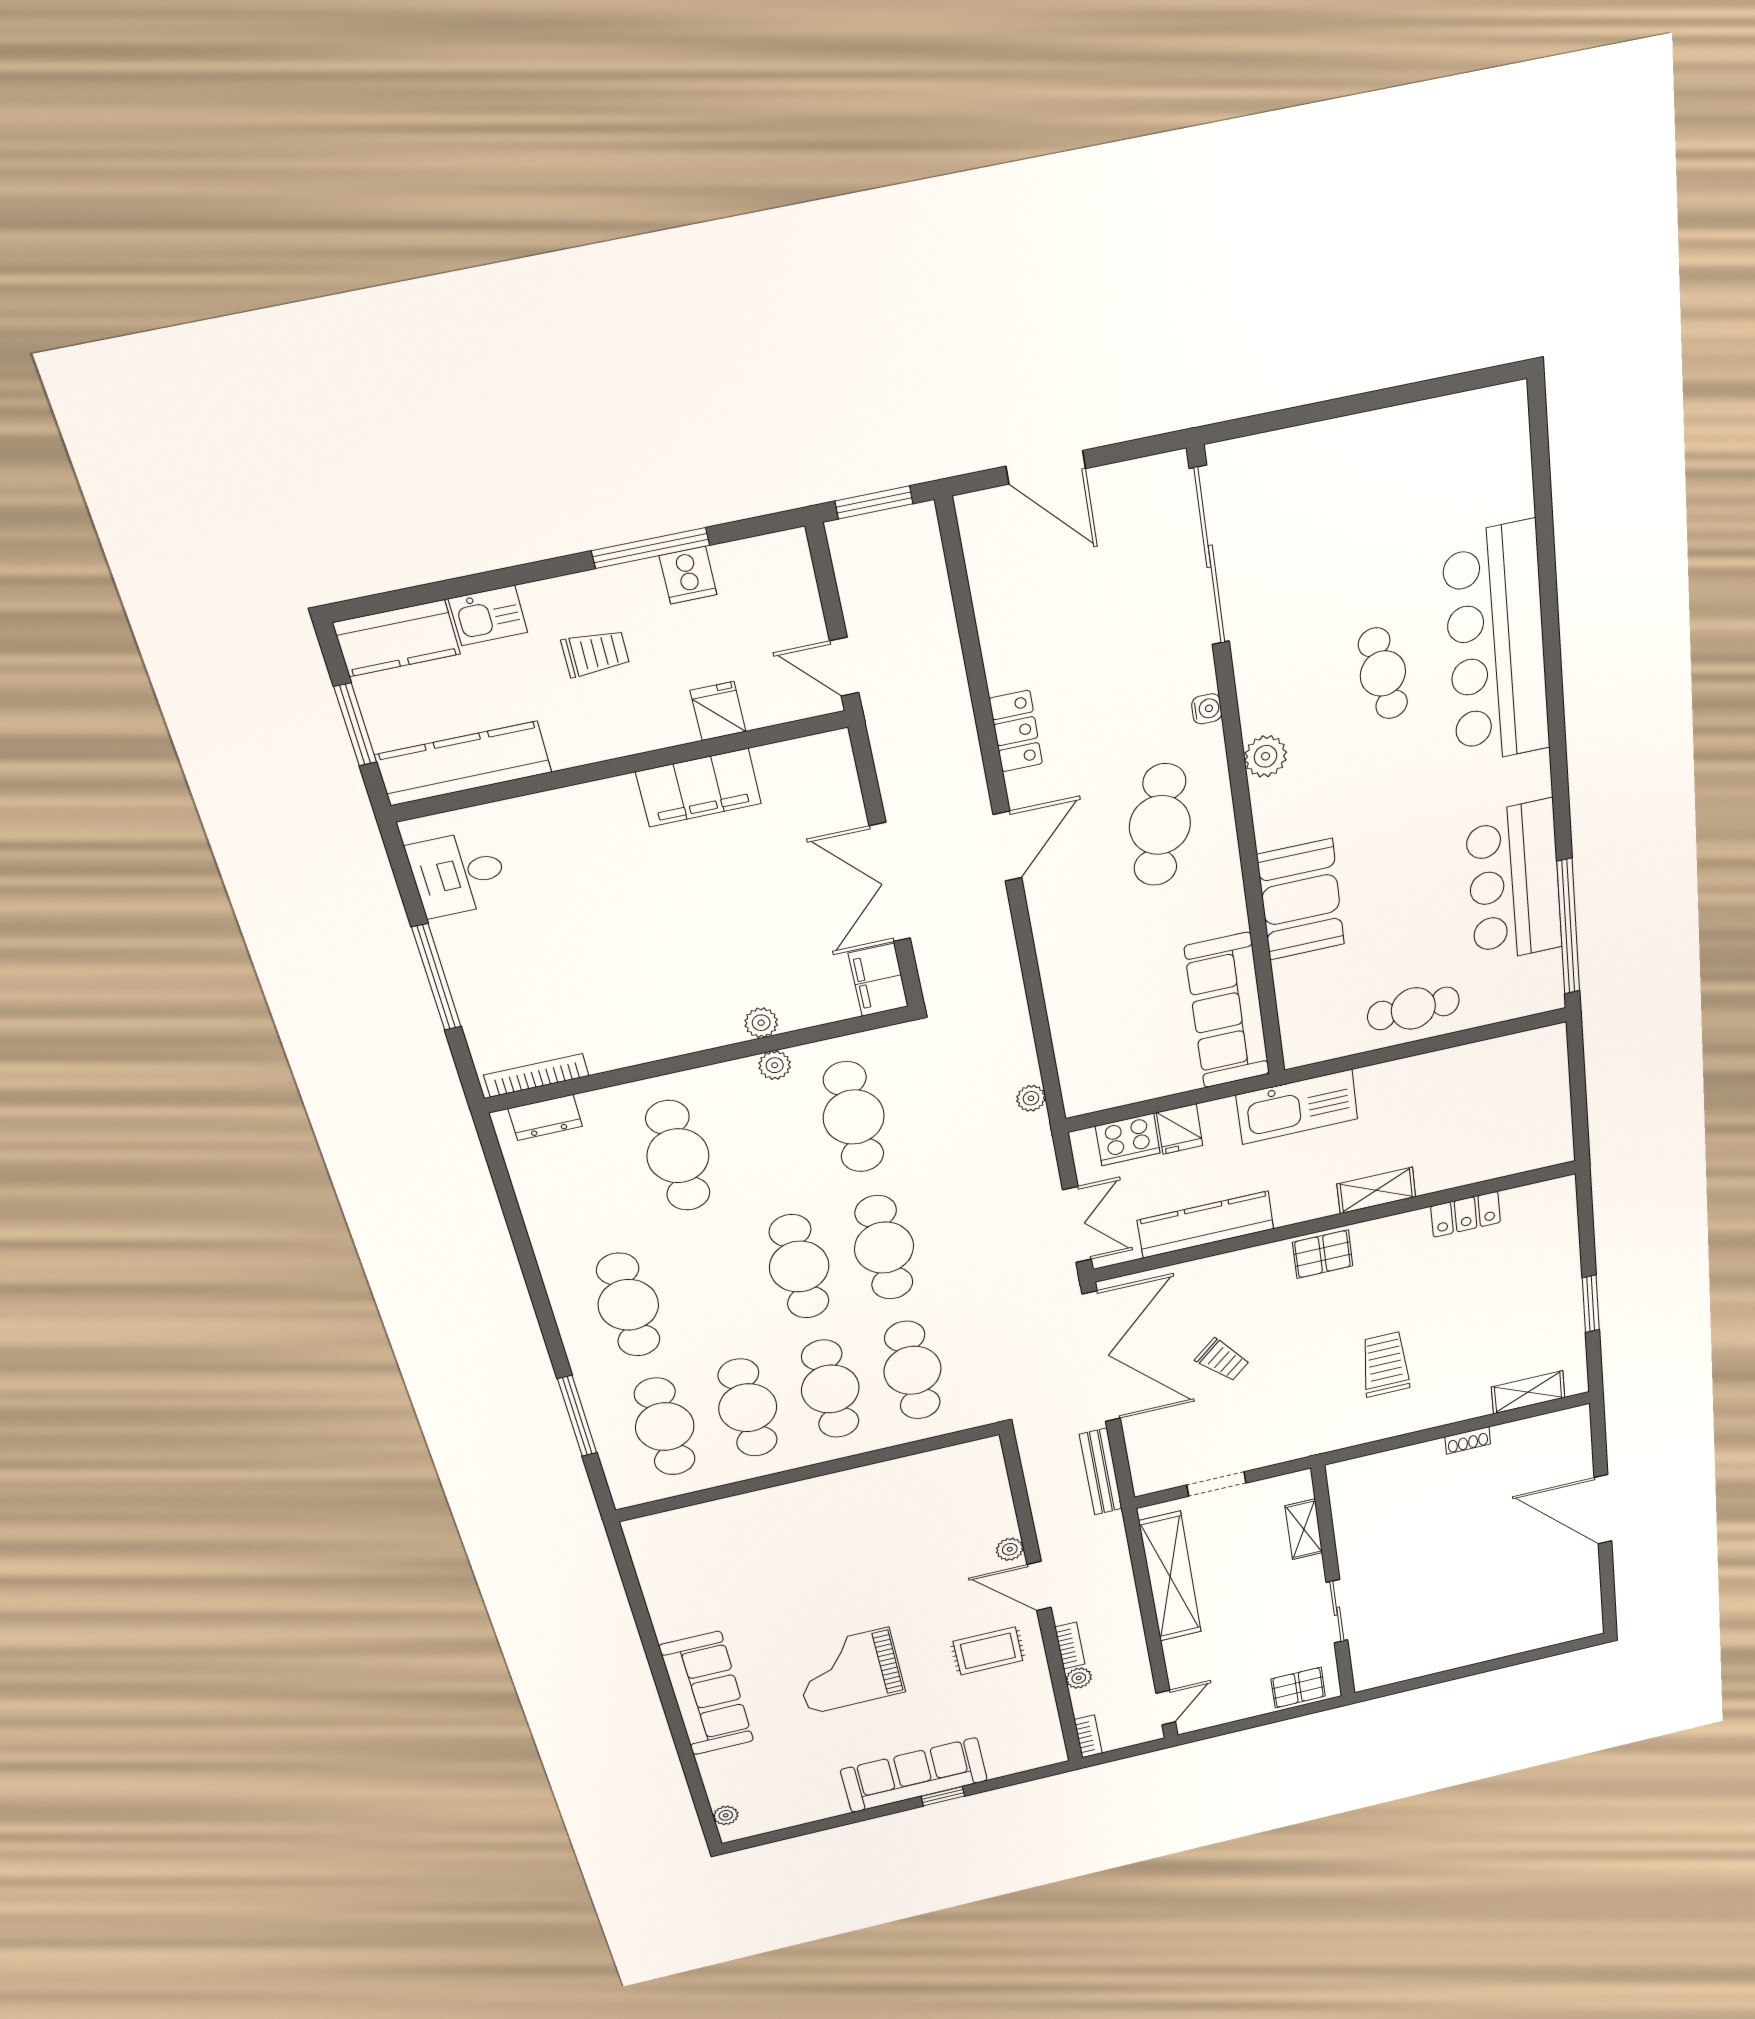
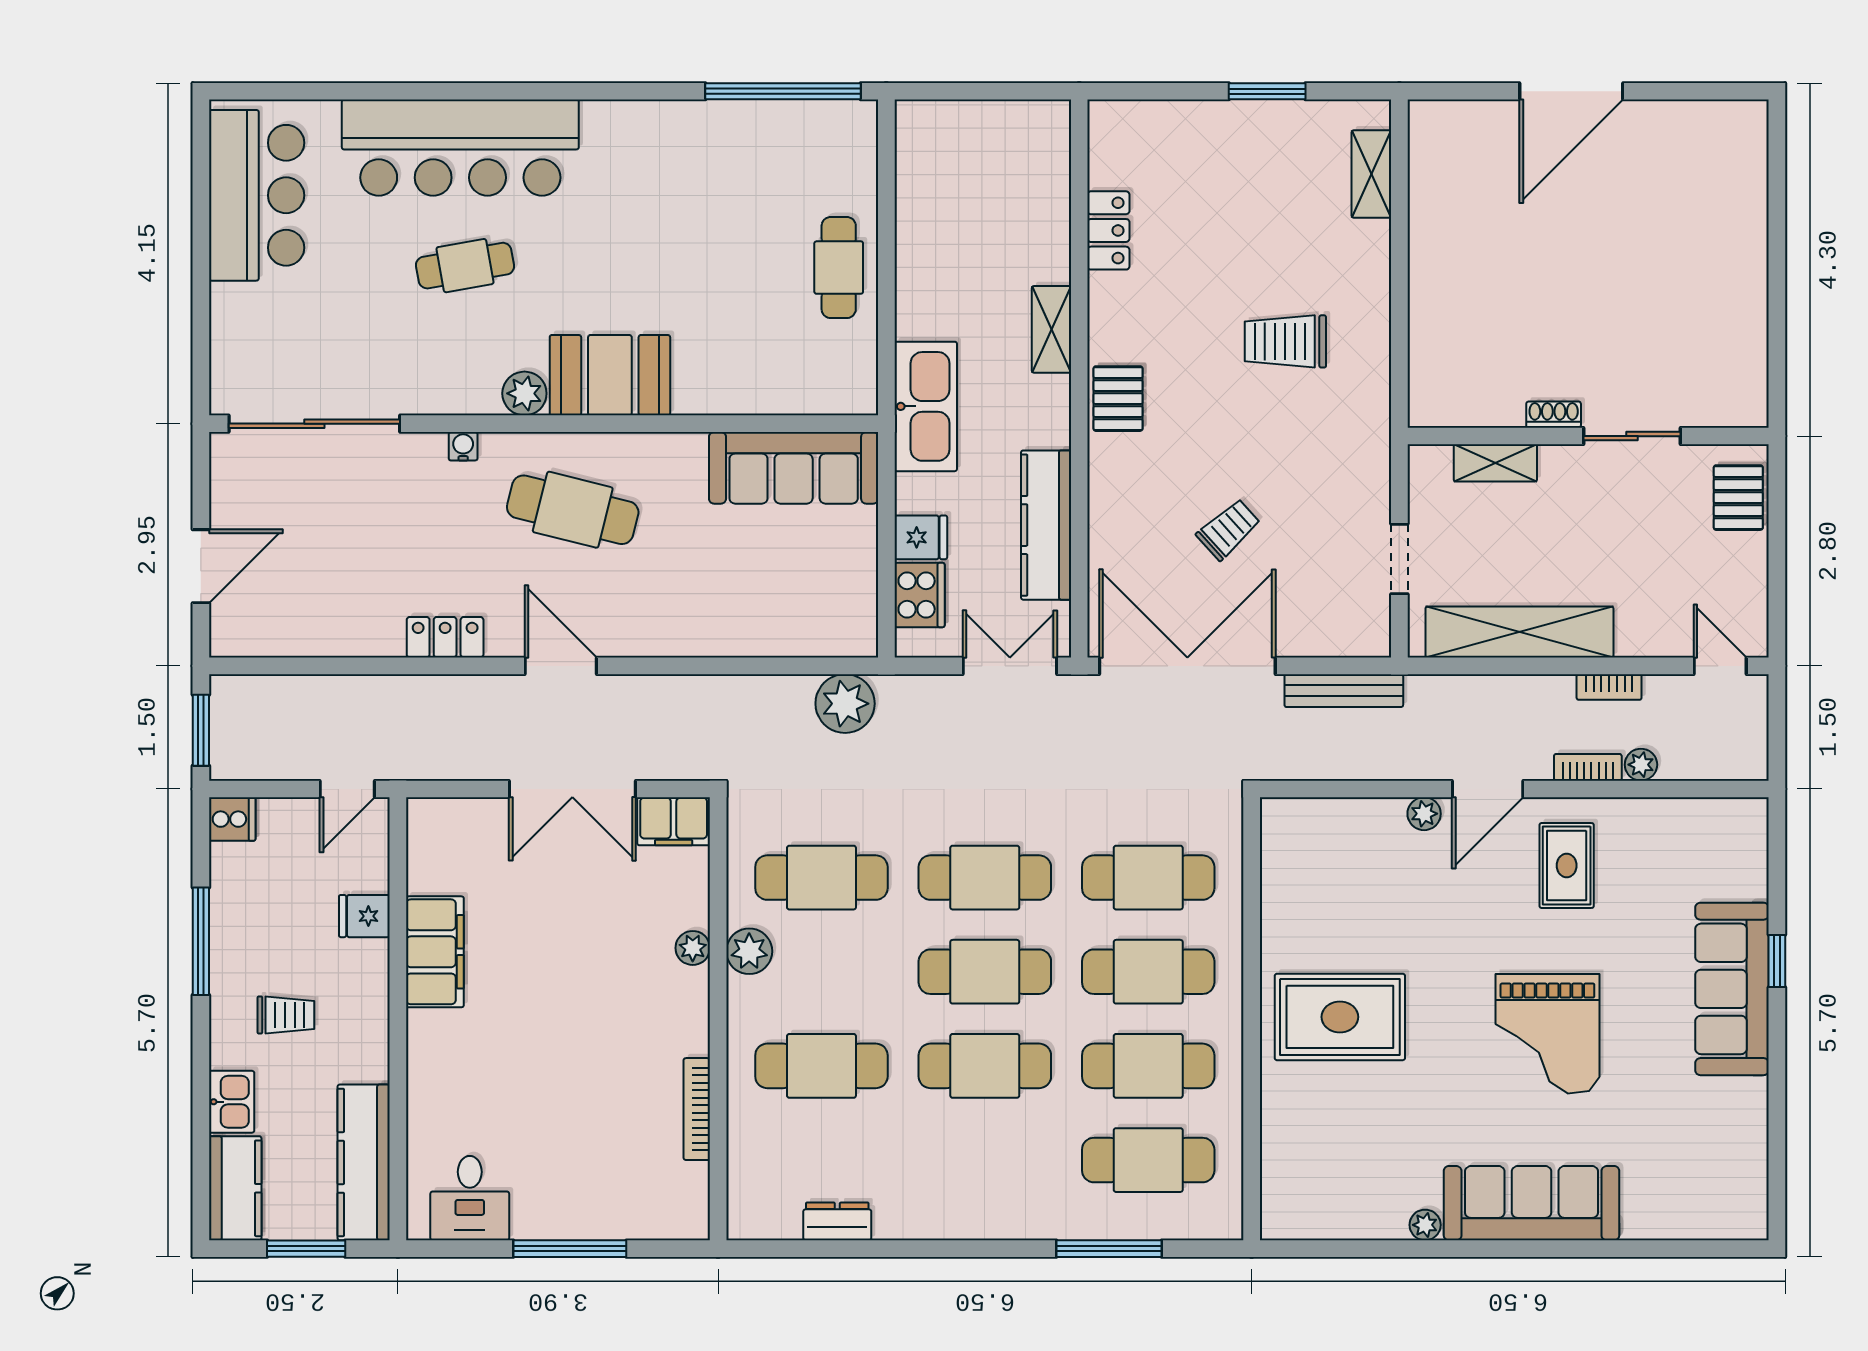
cooker: (688, 575) -> (232, 819), moved
trolley: (595, 653) -> (286, 1015), turned 90
bar counter: (1514, 882) -> (257, 195), moved, turned -90
booth: (1301, 900) -> (610, 375), moved
plant: (775, 1065) -> (749, 951), width x1.38, depth x1.38
bookcase: (536, 1075) -> (697, 1109), moved
plant: (1031, 1098) -> (845, 704), width x1.88, depth x1.88
dresser: (545, 1117) -> (837, 1221), moved, turned -90
cafe table: (628, 1305) -> (985, 1066), moved
shoe rack: (1468, 1440) -> (1554, 415), moved, turned -90
rug: (826, 1532) -> (1340, 1017), added
bookcase: (1088, 1736) -> (1609, 687), moved, turned 180
plant: (726, 1815) -> (1425, 1225), moved

